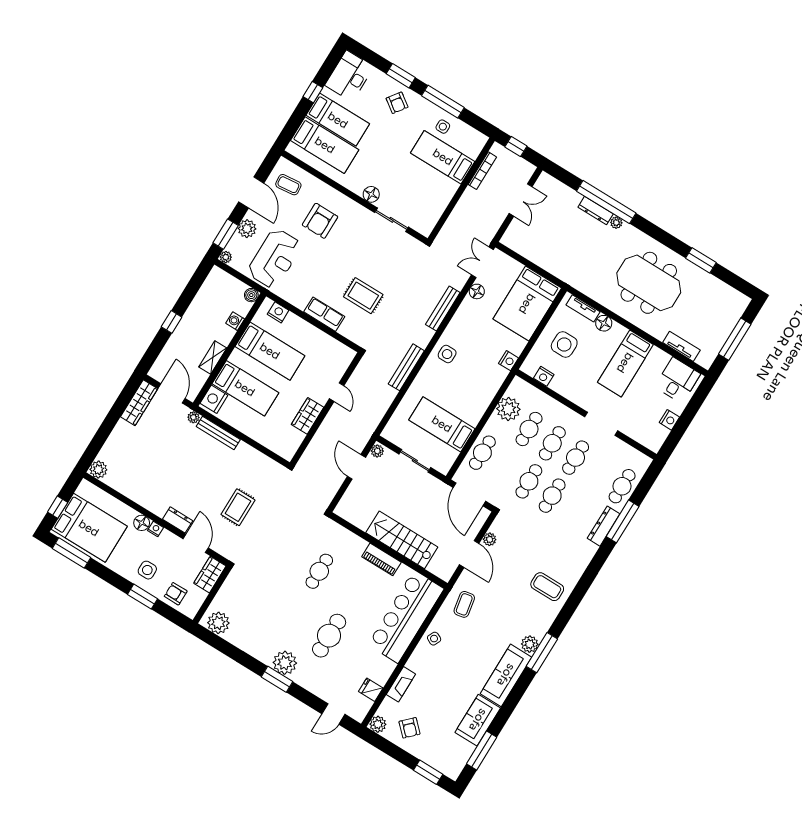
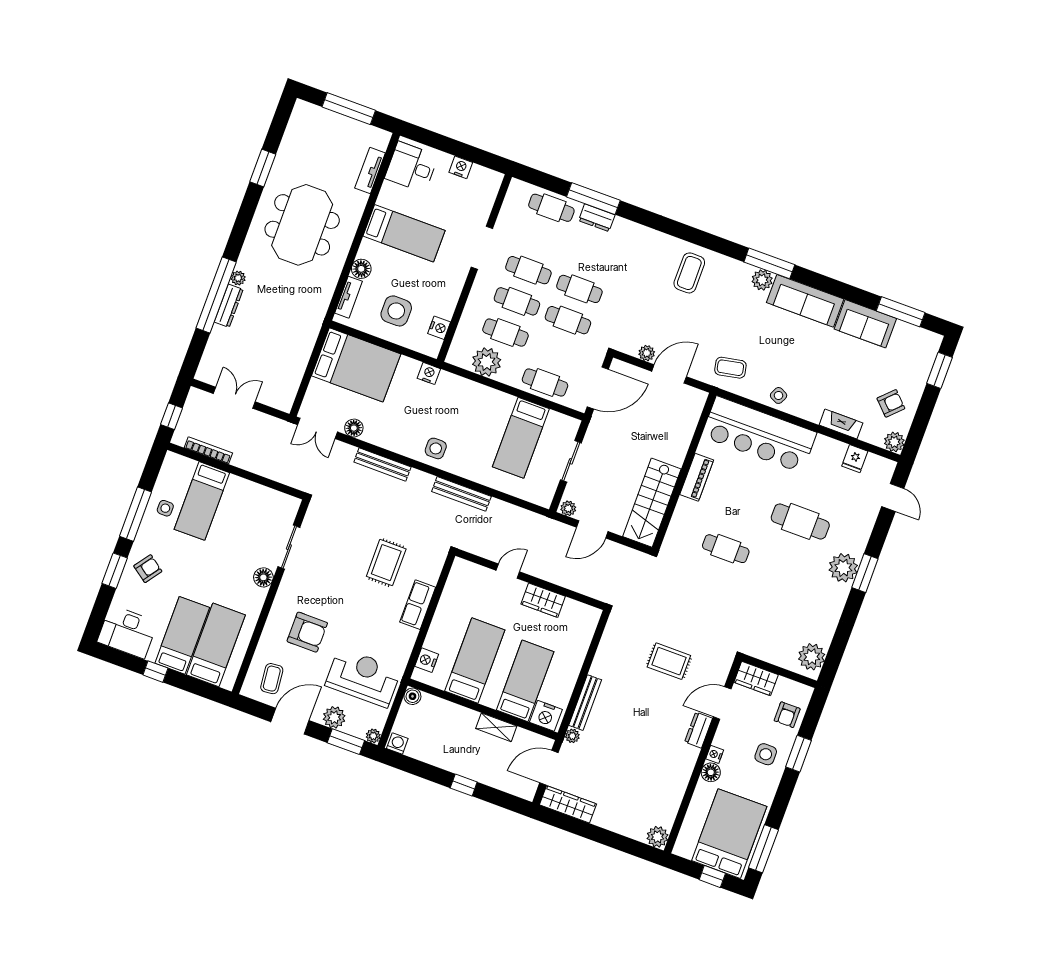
washing machine: (235, 321) -> (397, 743), moved, turned 180
dresser: (604, 526) -> (597, 218), width x0.70
stairs: (402, 540) -> (652, 503), moved

